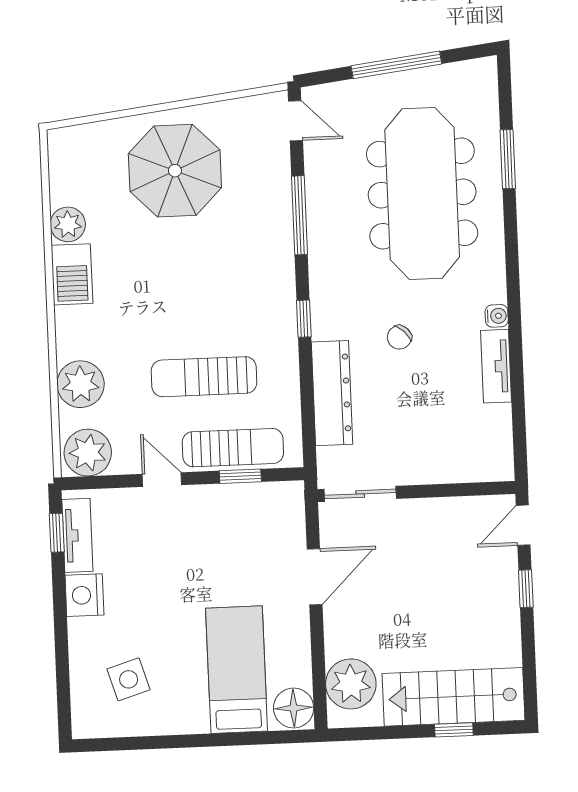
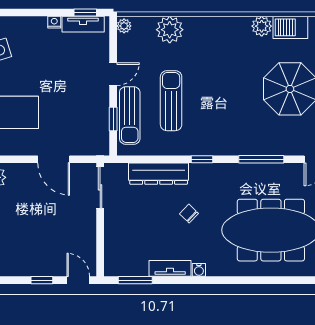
window: (508, 159) -> (135, 280), moved
barbecue: (72, 274) -> (290, 27), moved
plant: (88, 453) -> (124, 26), width x0.53, depth x0.53
nightstand: (84, 595) -> (54, 22), width x0.53, depth x0.56

